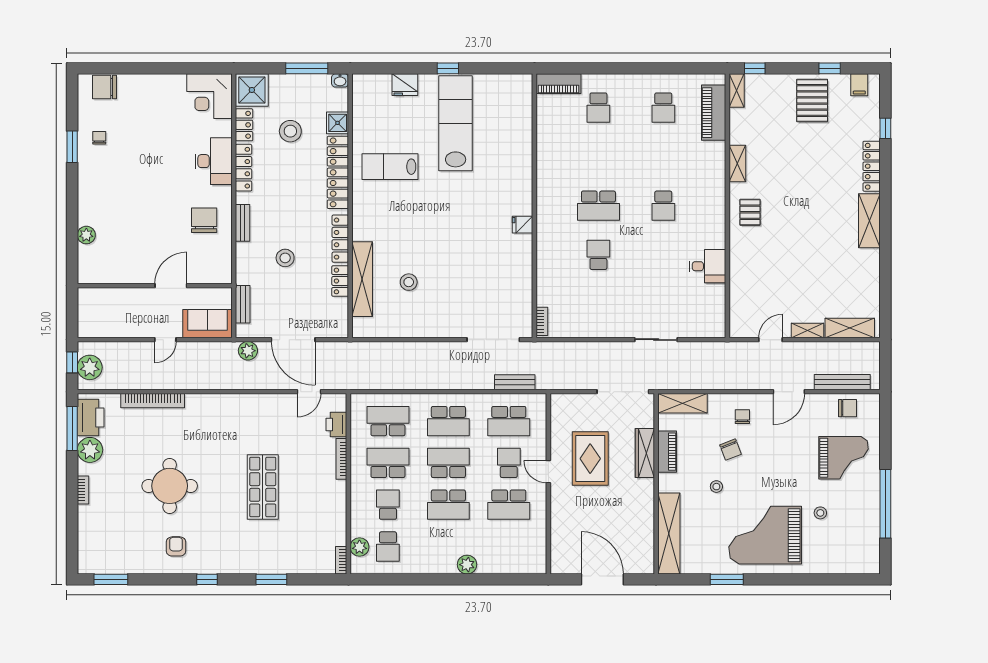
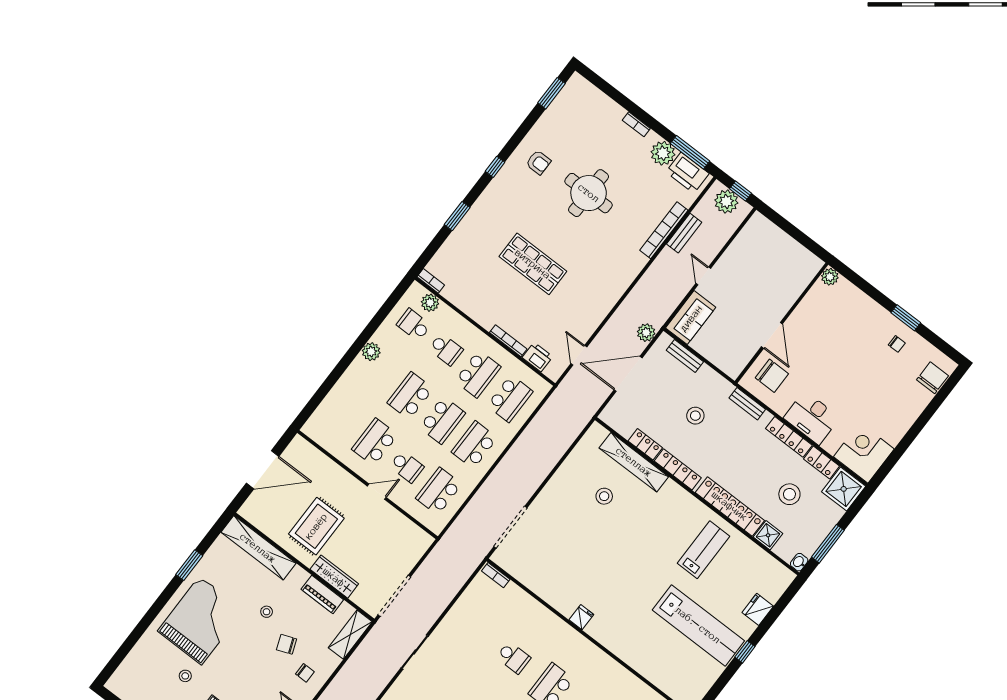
wall: (155, 286) -> (781, 323), moved
door: (171, 286) -> (772, 335), moved
bench: (515, 382) -> (684, 233), moved
rug: (590, 459) -> (316, 526), moved, turned 90
plant: (467, 565) -> (371, 352), moved

